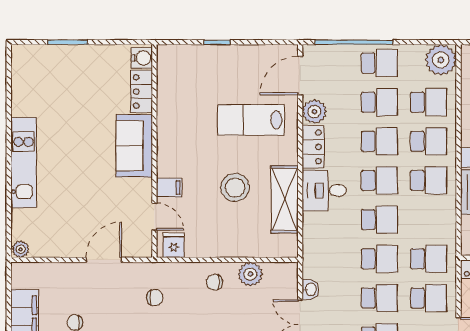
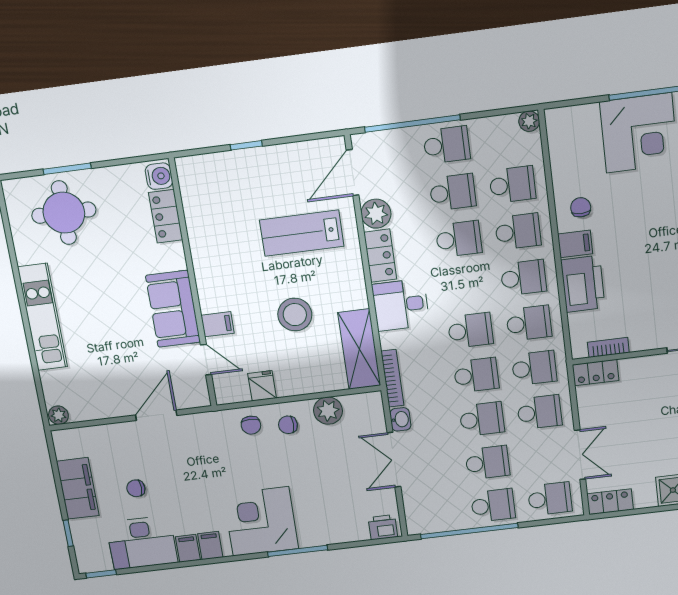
plant: (441, 60) -> (529, 121), width x0.53, depth x0.53
round table: (58, 78) -> (64, 213), added
sofa: (134, 146) -> (173, 309), moved
school desk: (379, 180) -> (529, 323), moved
shelving: (285, 199) -> (359, 349), moved
fridge: (174, 245) -> (262, 386), moved
bookcase: (309, 253) -> (392, 378), added
chair: (155, 298) -> (251, 425), moved, turned 90

